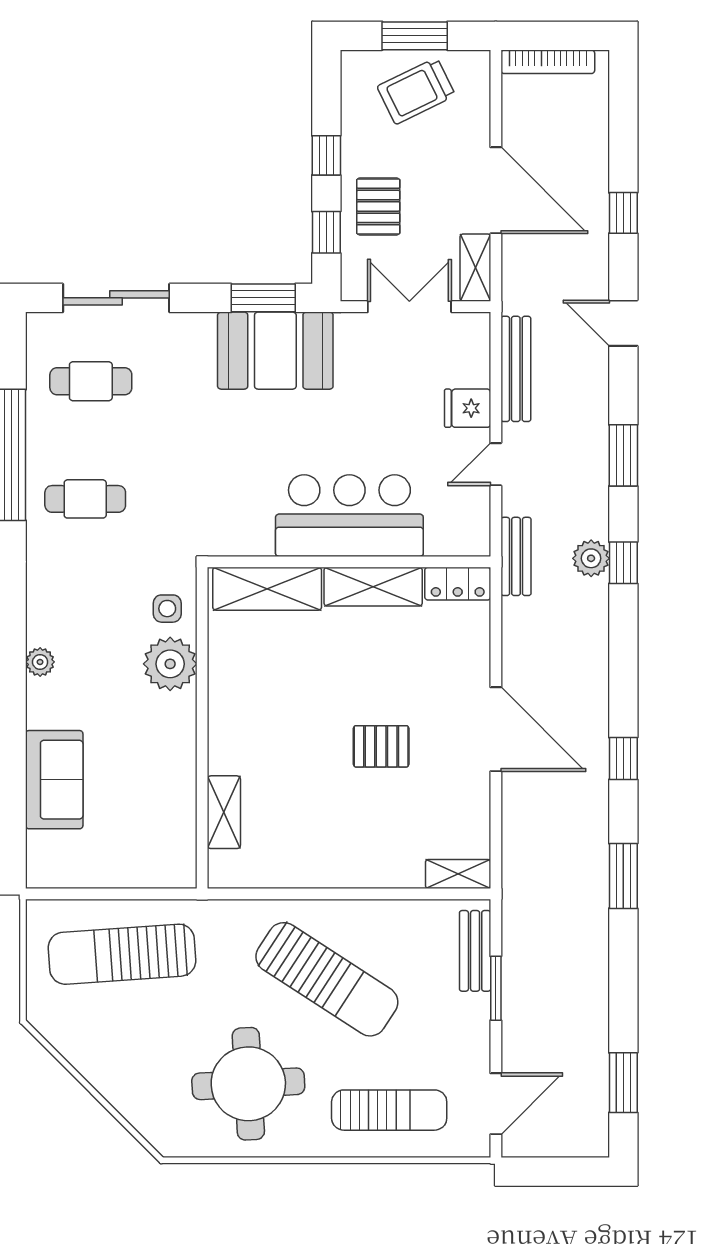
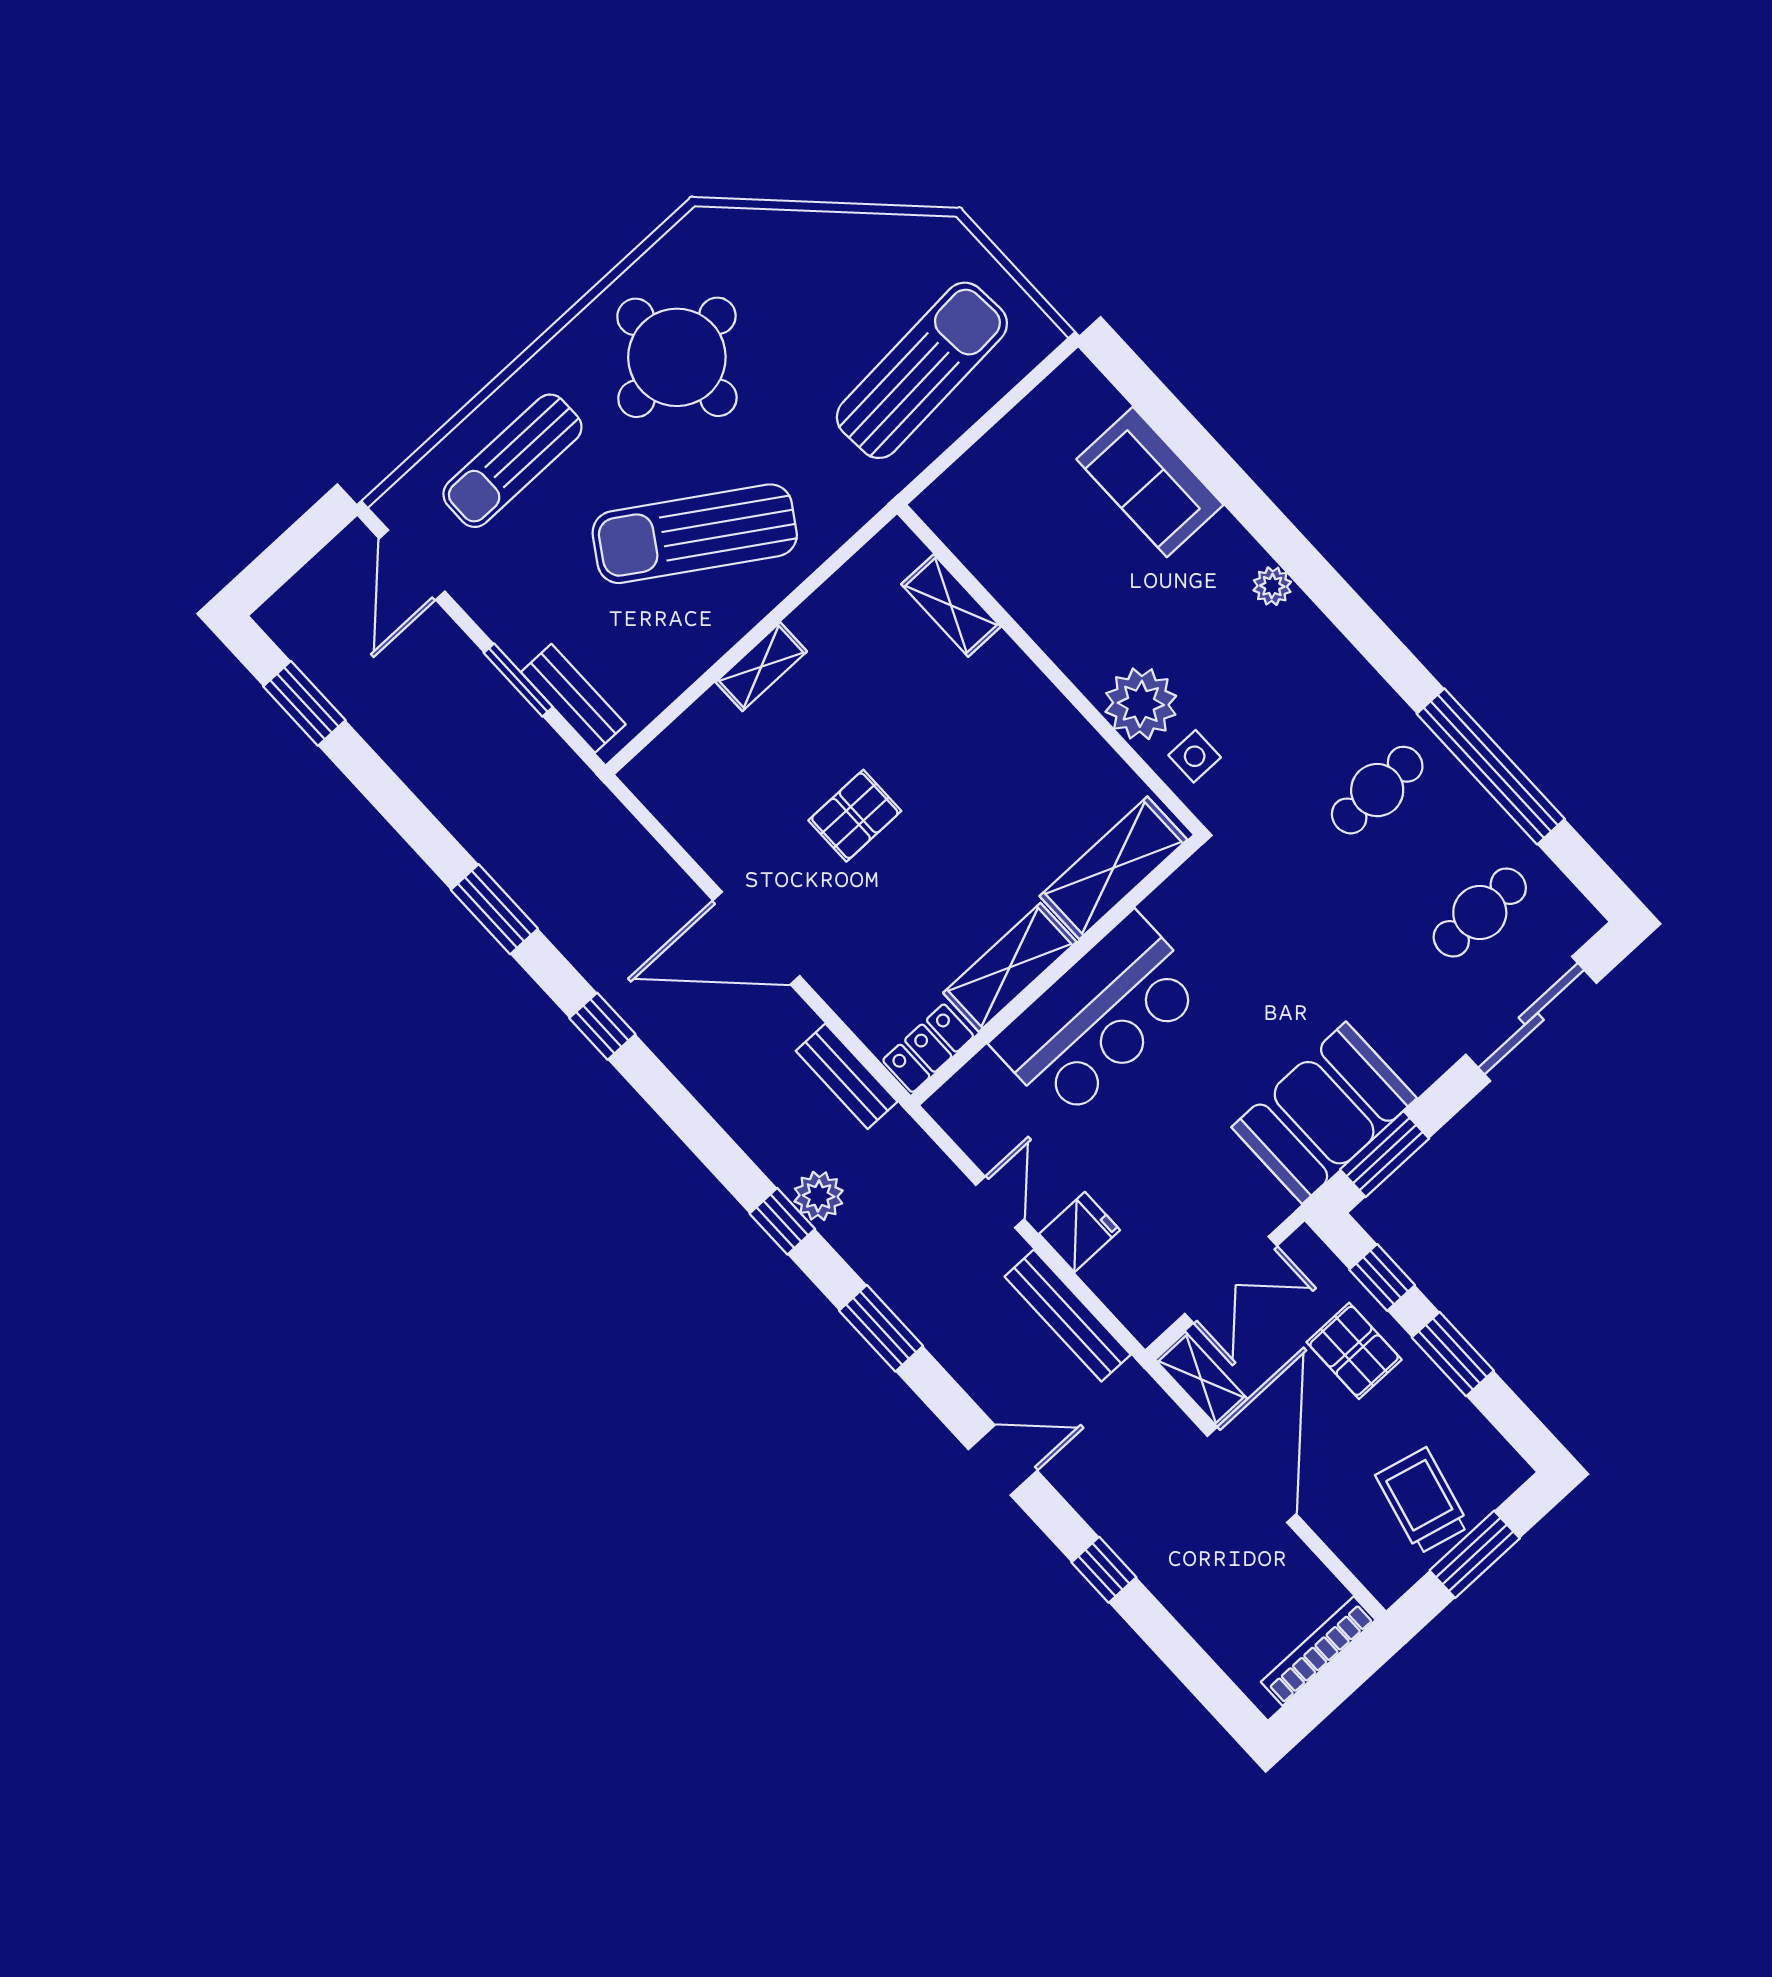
trolley: (416, 91) -> (1422, 1501), turned -50
window: (326, 155) -> (1453, 1354), width x1.50
door: (496, 190) -> (1252, 1475), swing flipped
bench: (516, 556) -> (847, 1076), moved
shelving: (458, 874) -> (761, 667), moved

